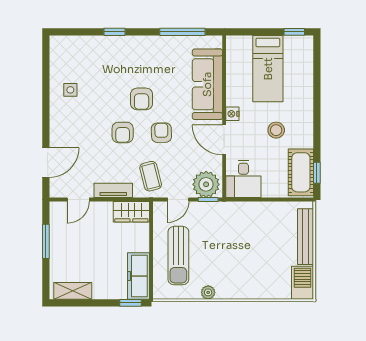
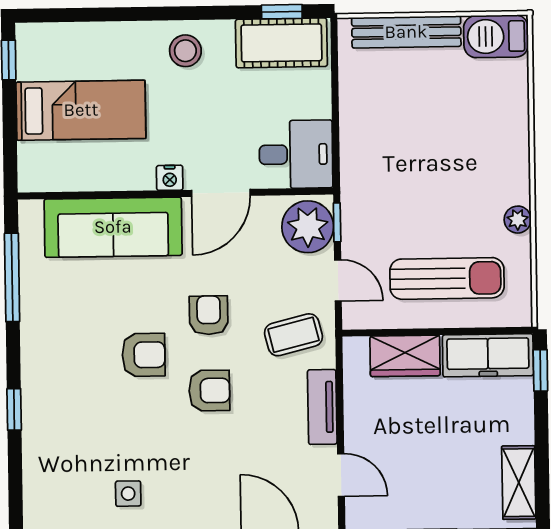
stool: (276, 130) -> (185, 51), moved
armchair: (161, 133) -> (209, 315), turned 92
wardrobe: (131, 212) -> (405, 356), moved, turned 90

